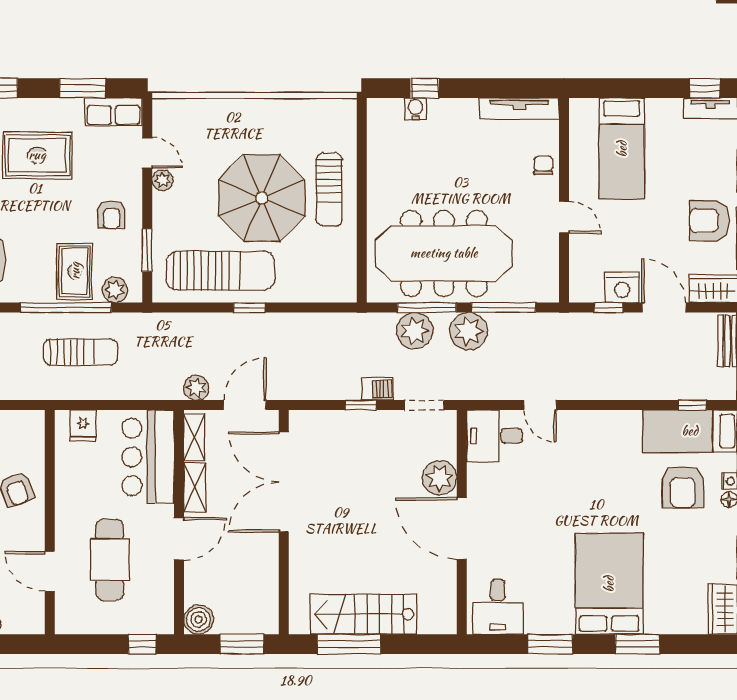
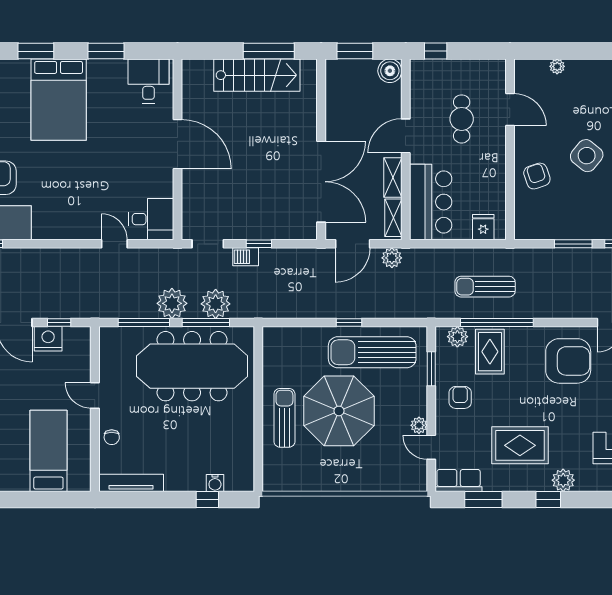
plant: (440, 478) -> (195, 185), removed
cafe table: (110, 560) -> (462, 119), width x0.73, depth x0.74

